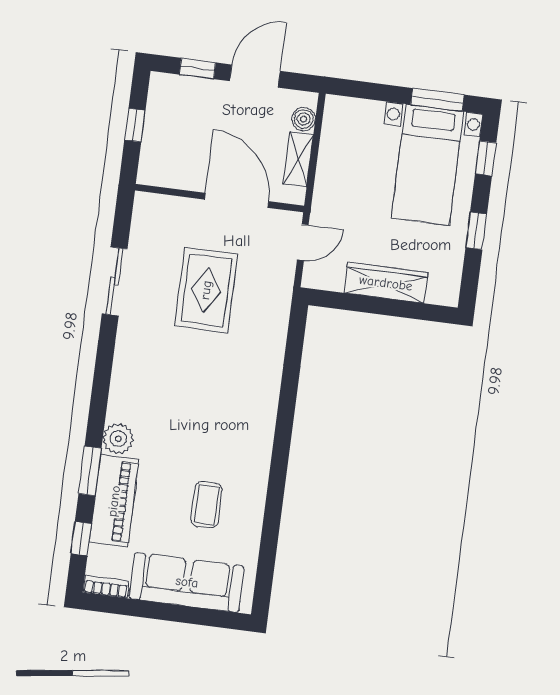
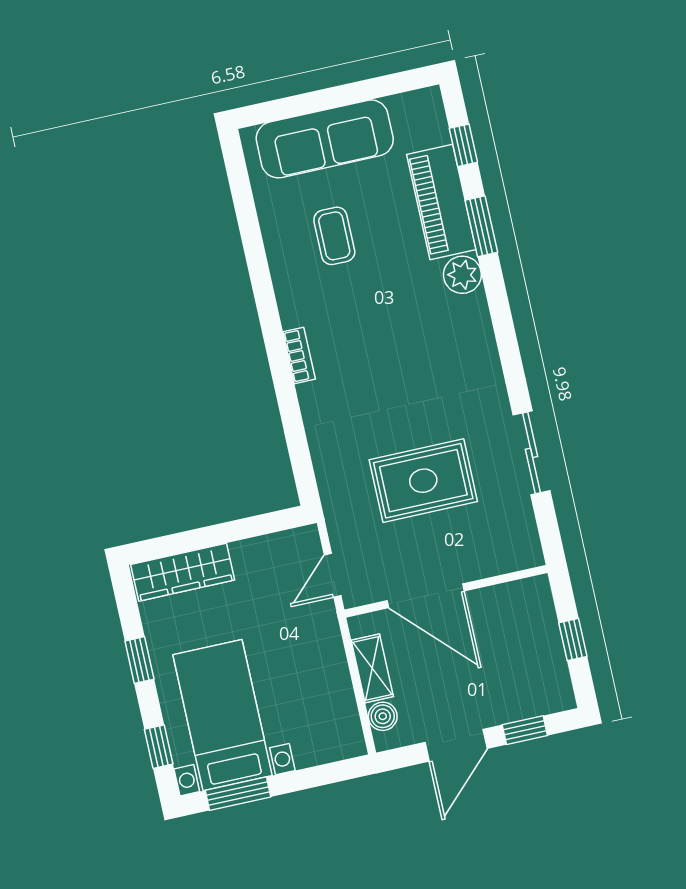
wardrobe: (386, 283) -> (183, 572), moved
rug: (206, 290) -> (423, 481), turned 90
bookcase: (106, 587) -> (299, 355), moved, turned -90

